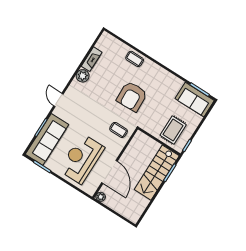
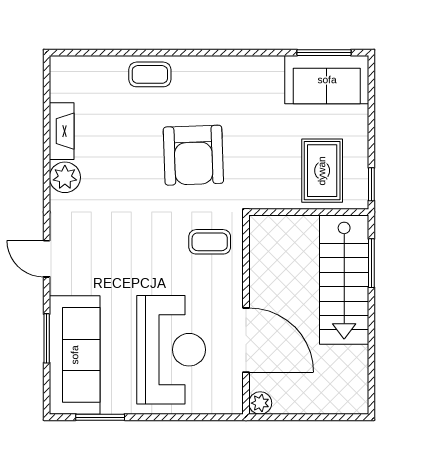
reception desk: (82, 159) -> (171, 350), turned 180

